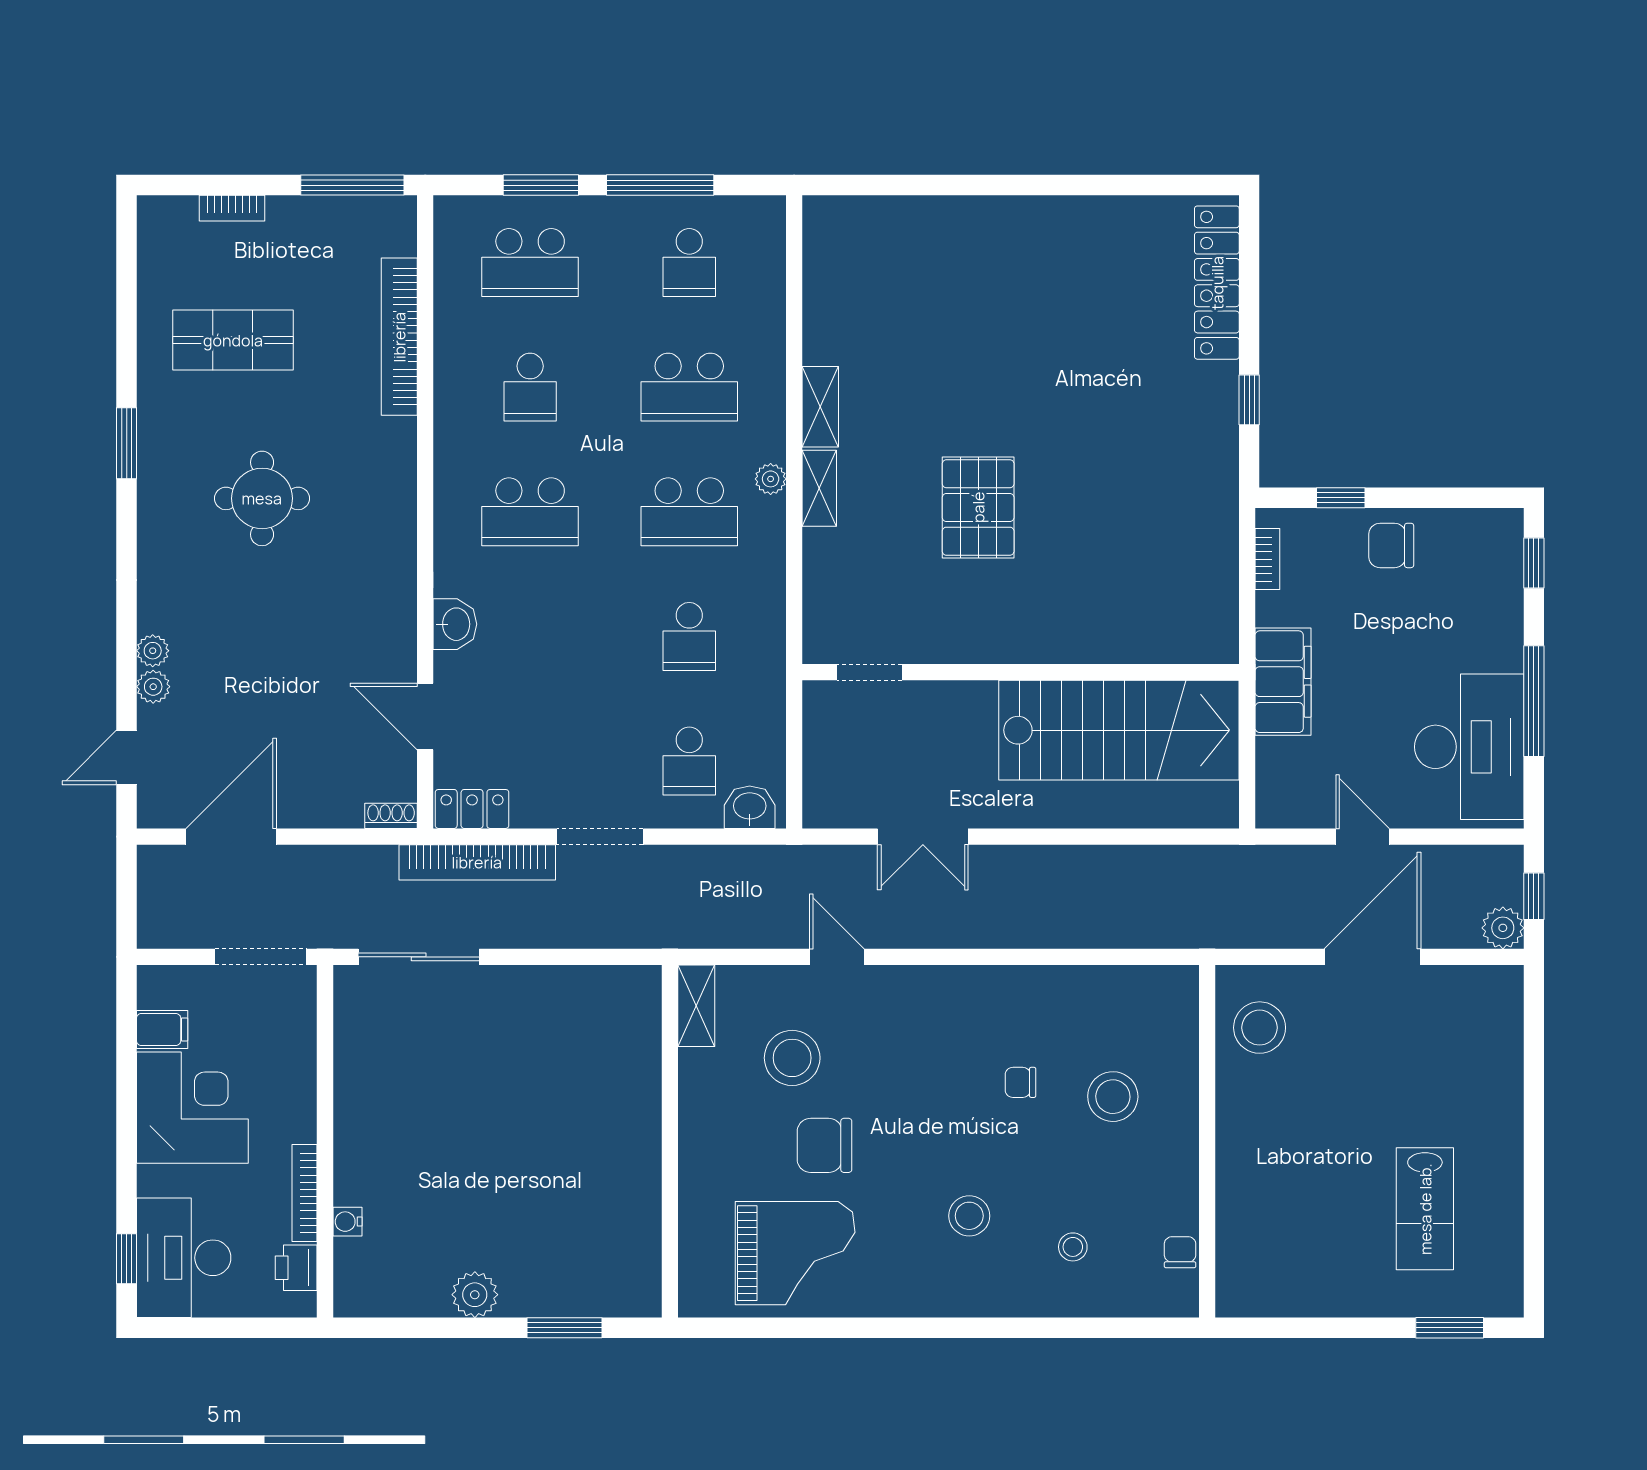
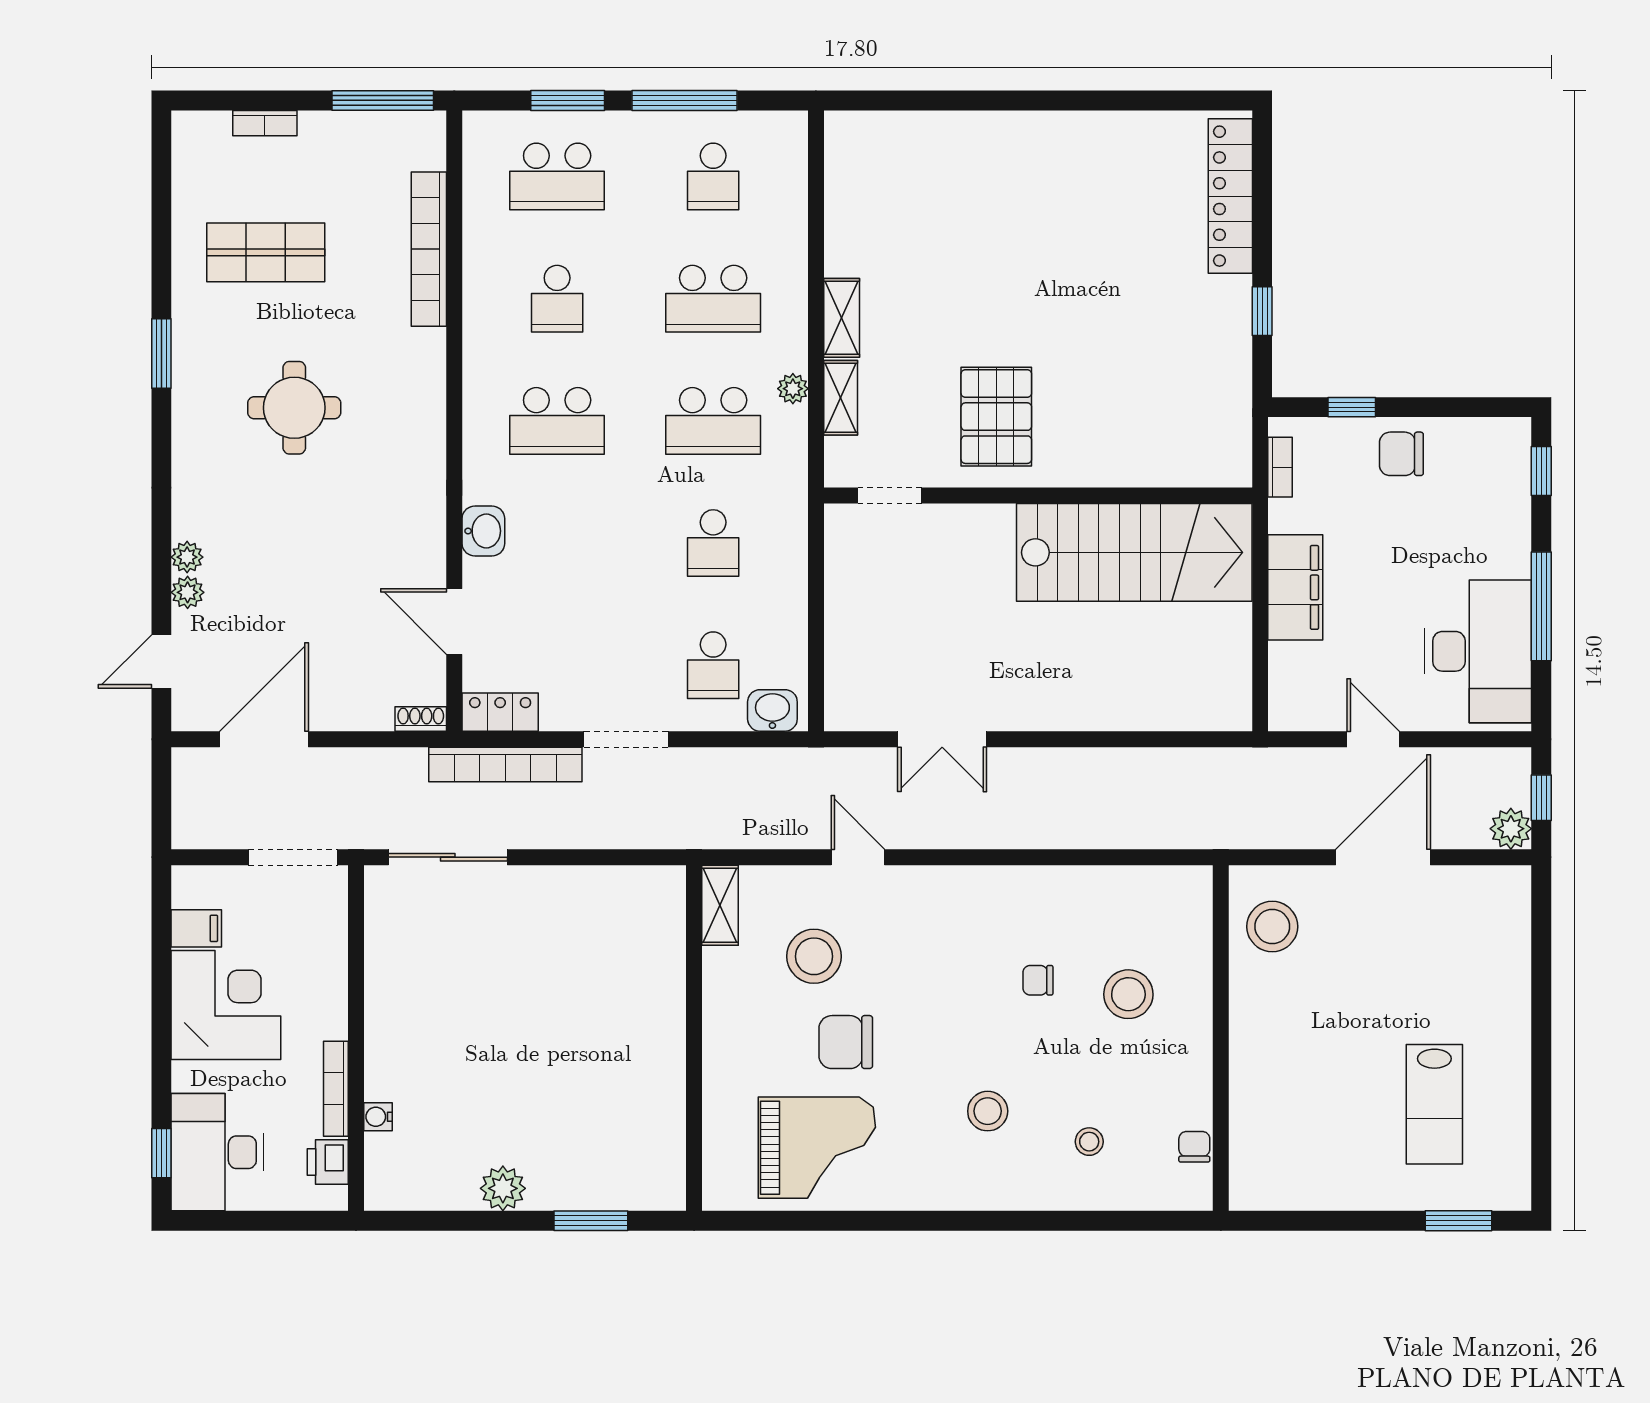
doorway: (869, 672) -> (890, 496), moved
wall: (1021, 672) -> (1038, 496), moved
stairs: (1119, 730) -> (1134, 552), moved

